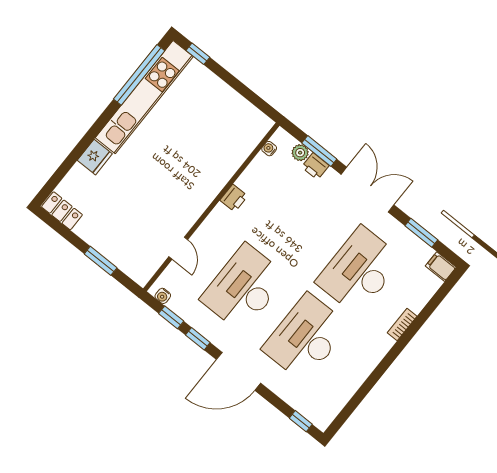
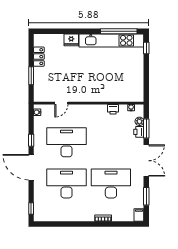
printer: (234, 198) -> (113, 109), moved
locker: (62, 211) -> (39, 57), moved
window: (171, 317) -> (31, 123), removed

